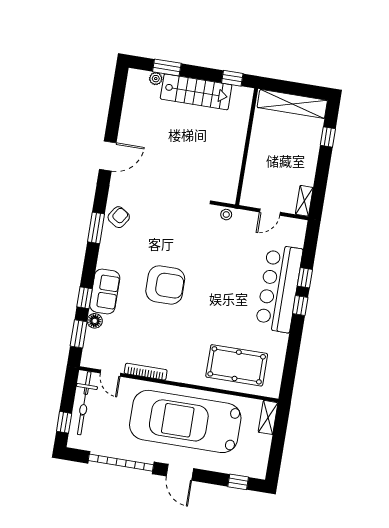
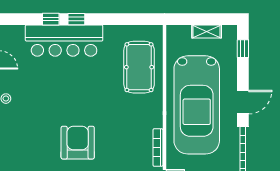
shelving: (268, 417) -> (207, 31), moved

